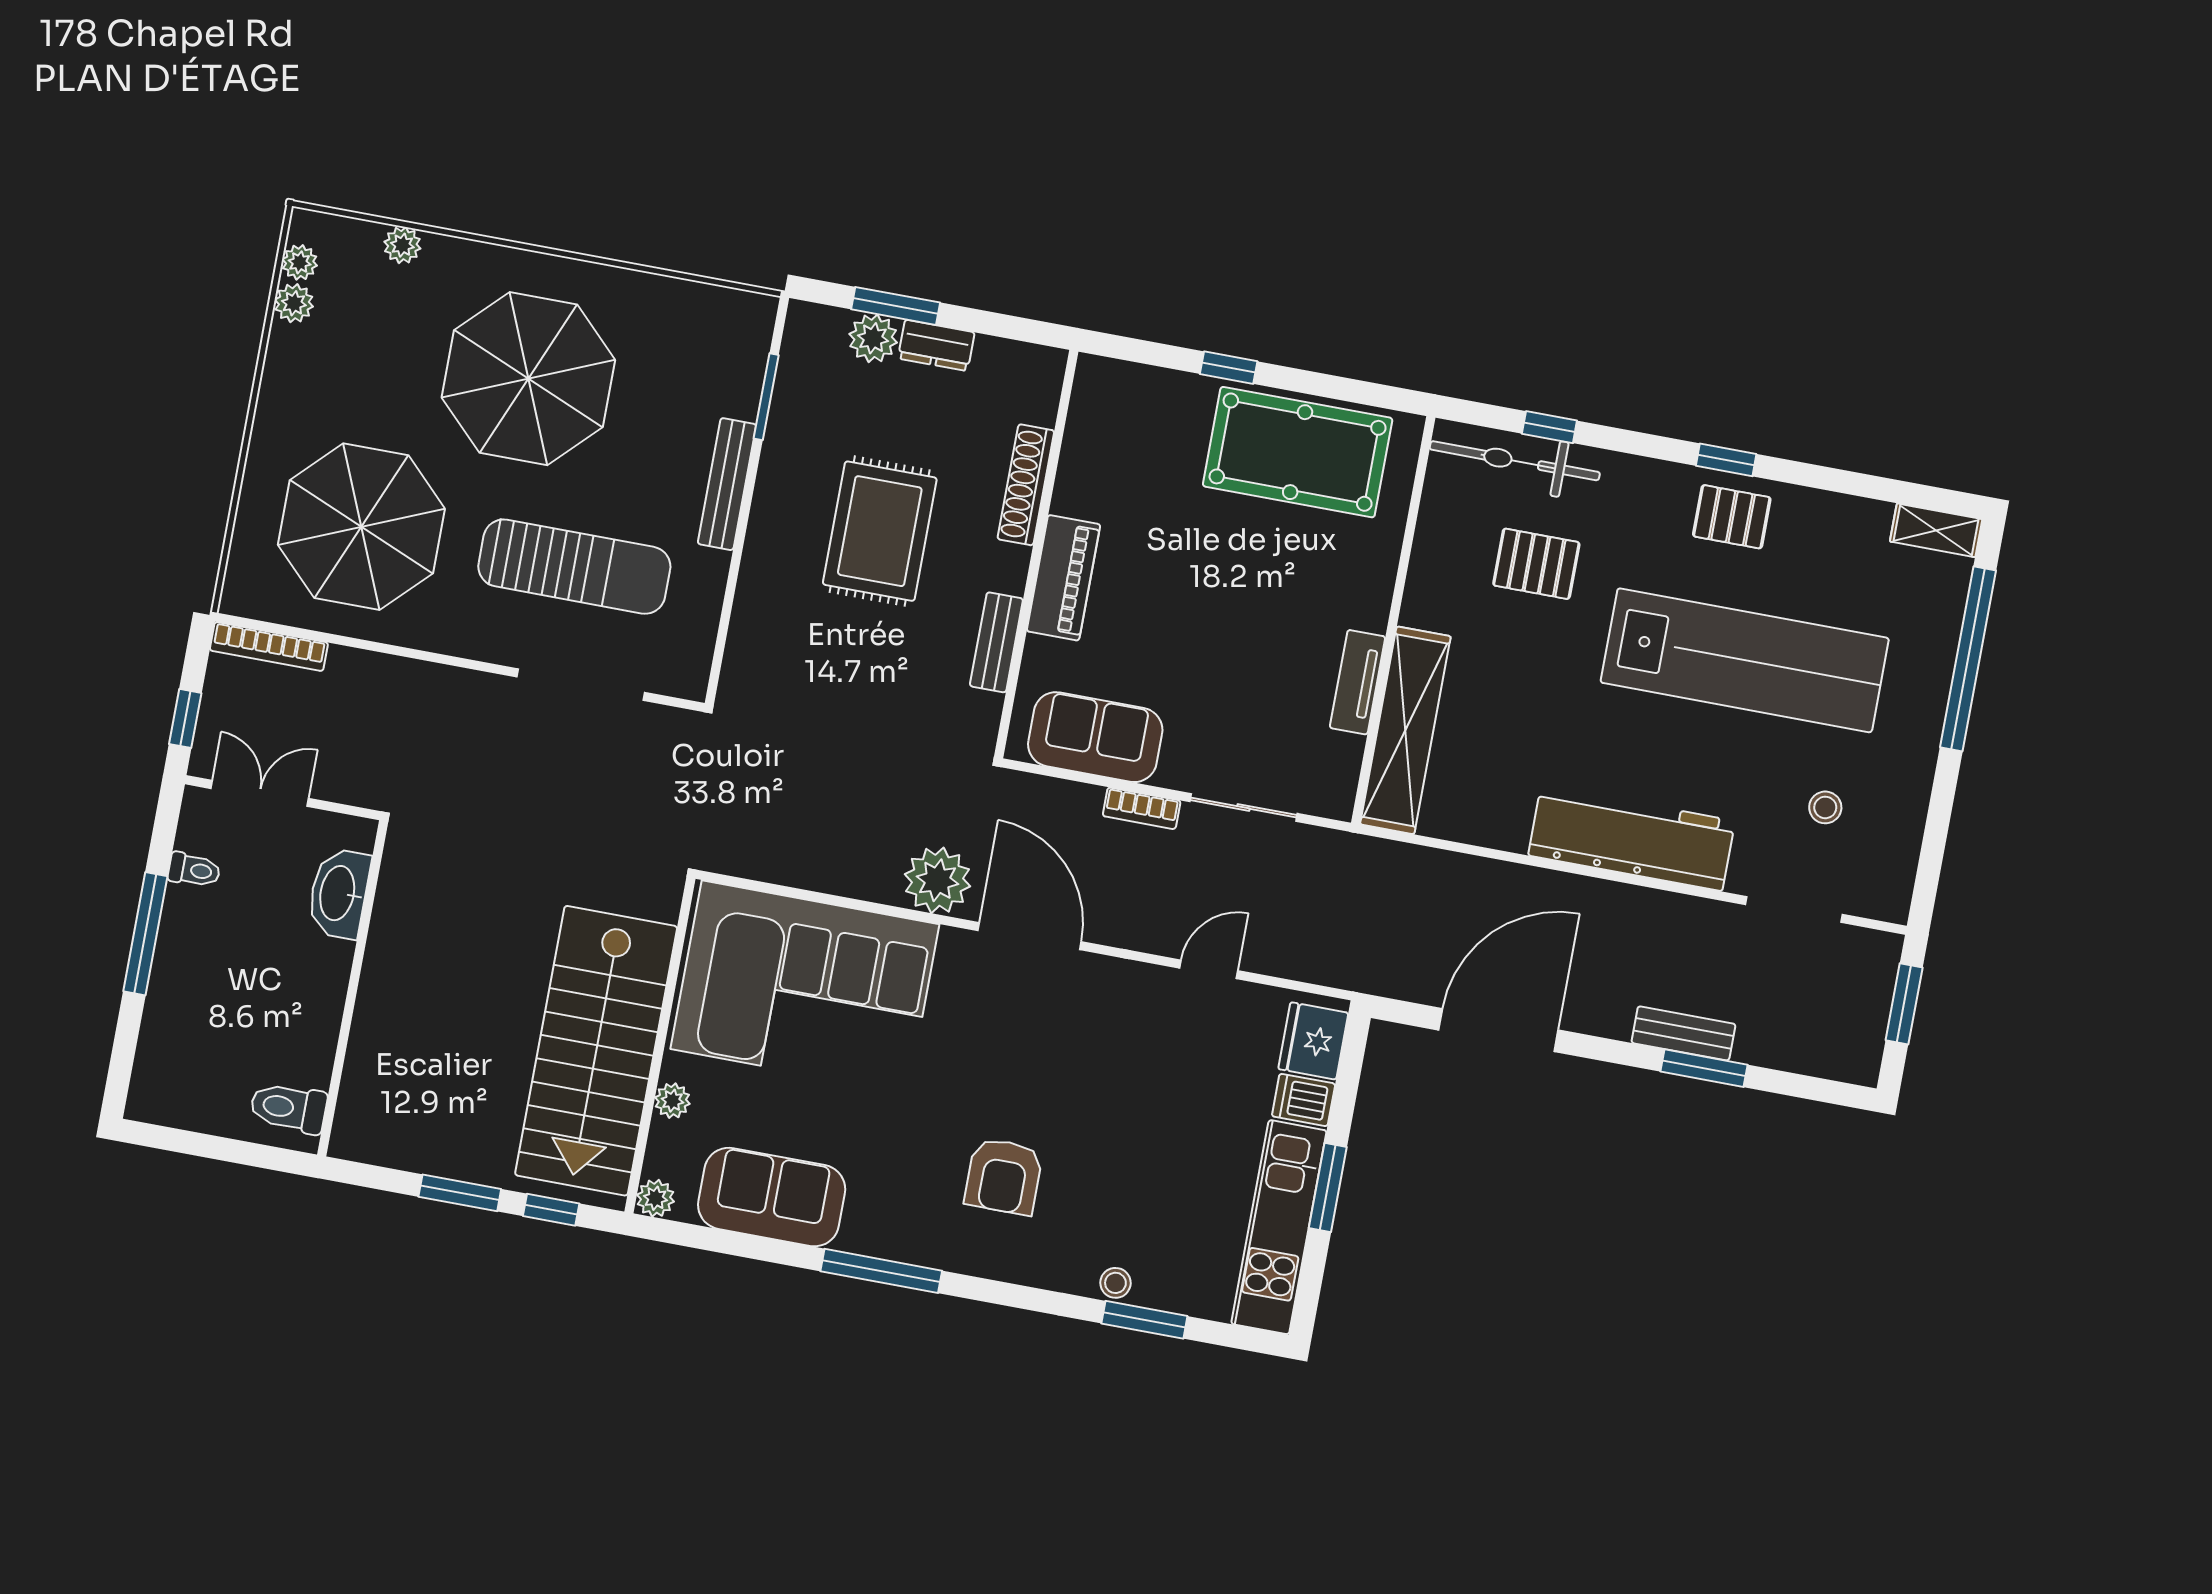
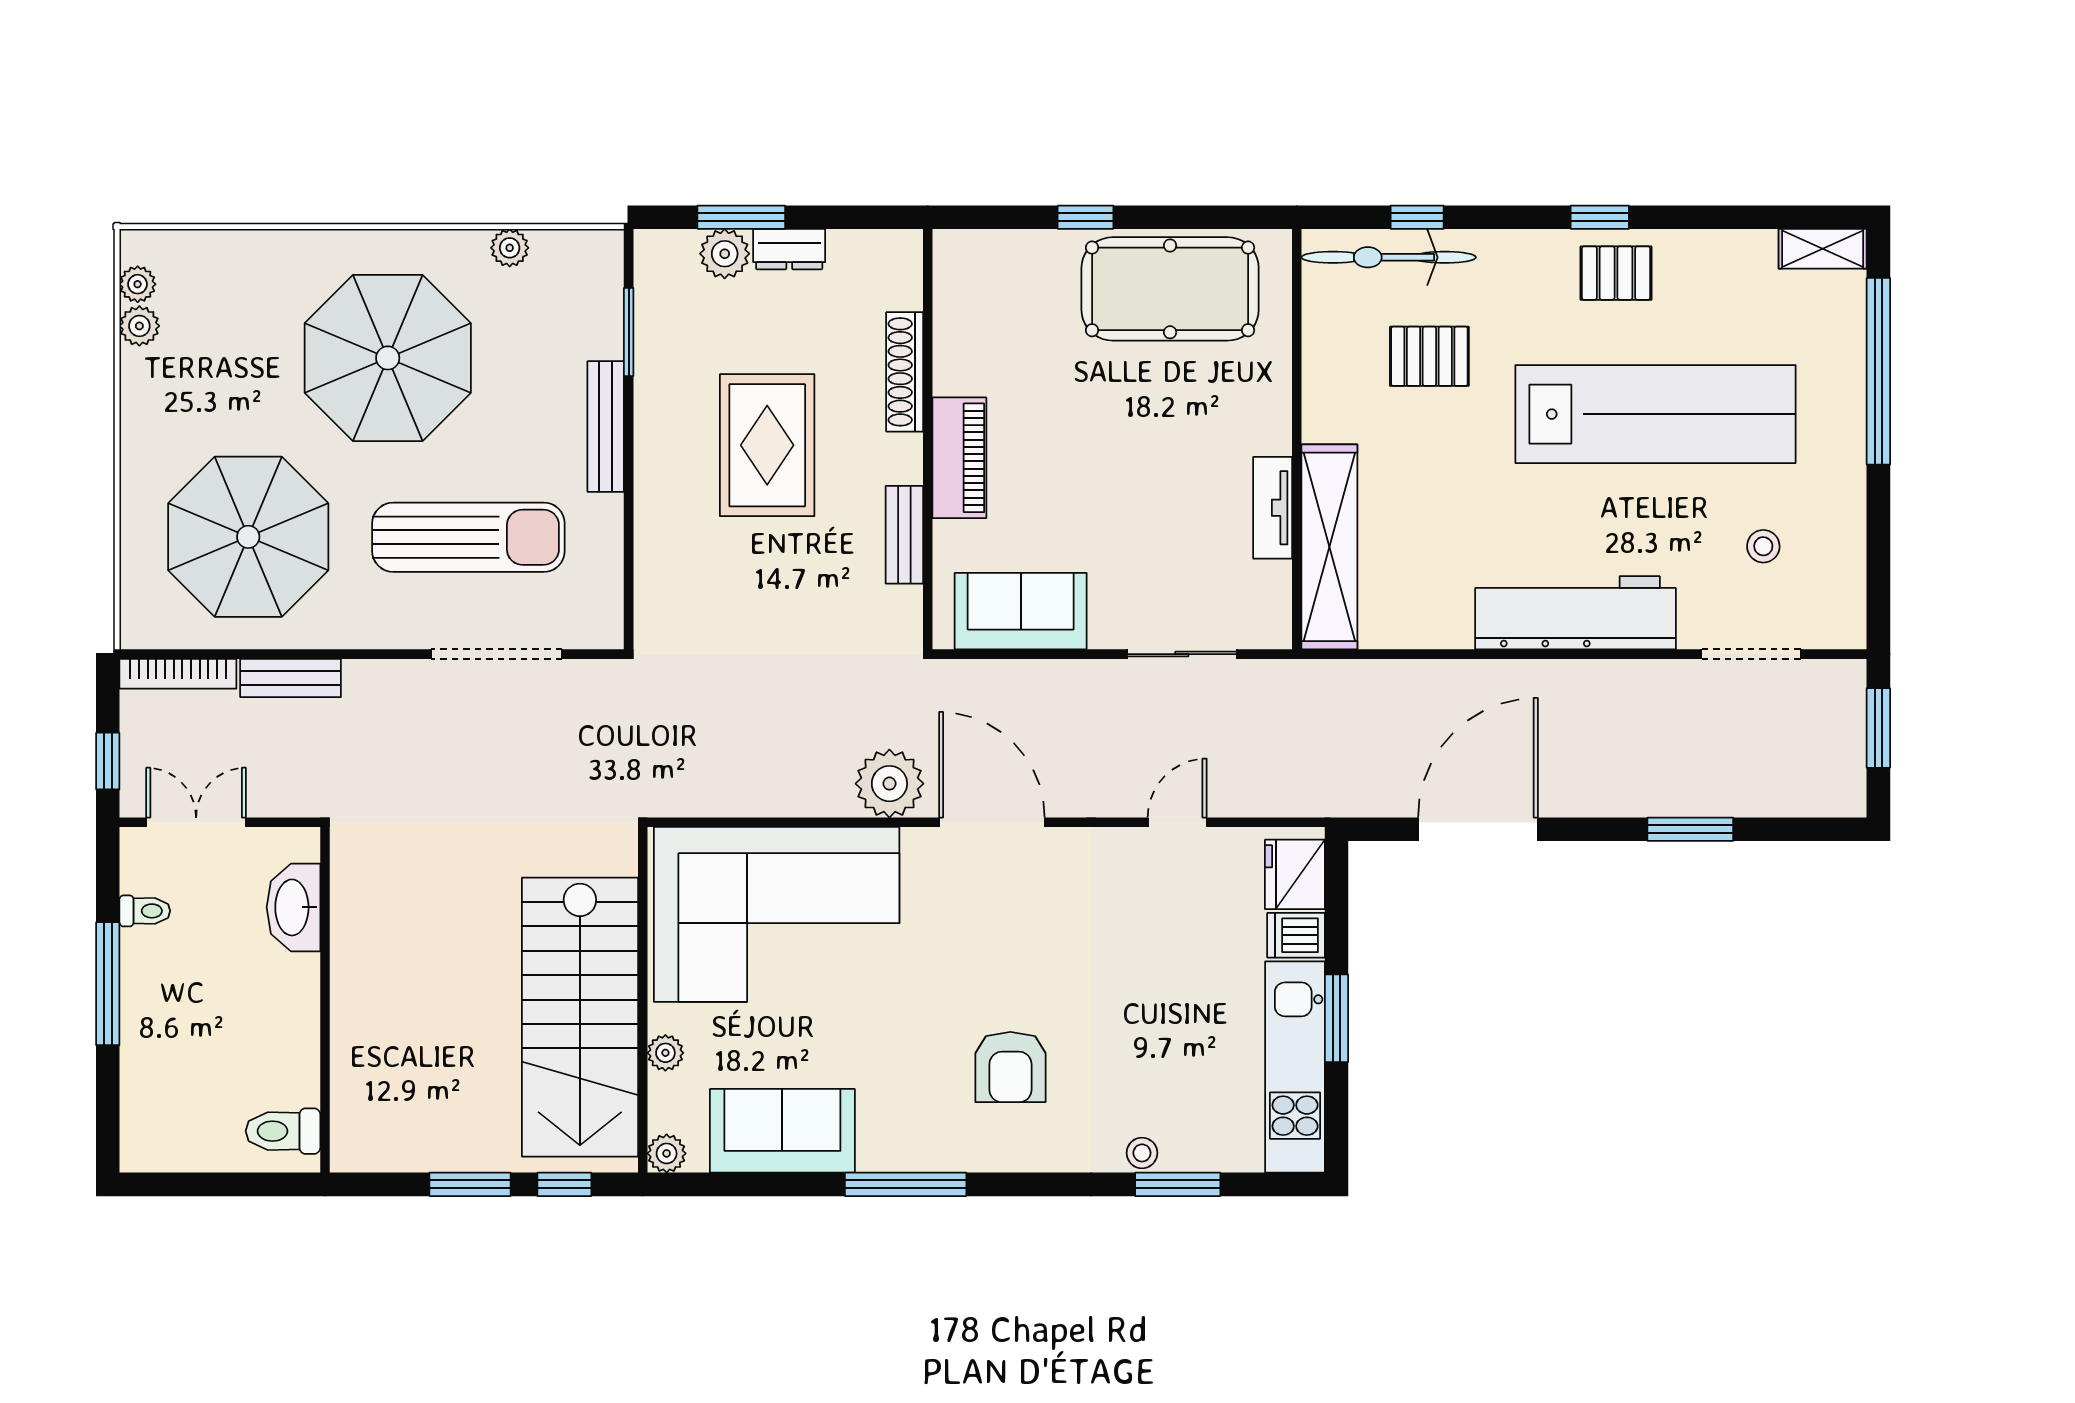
plant: (402, 245) -> (510, 248), moved
bookcase: (1142, 808) -> (1080, 674), removed
bench: (1683, 1033) -> (291, 678), moved

